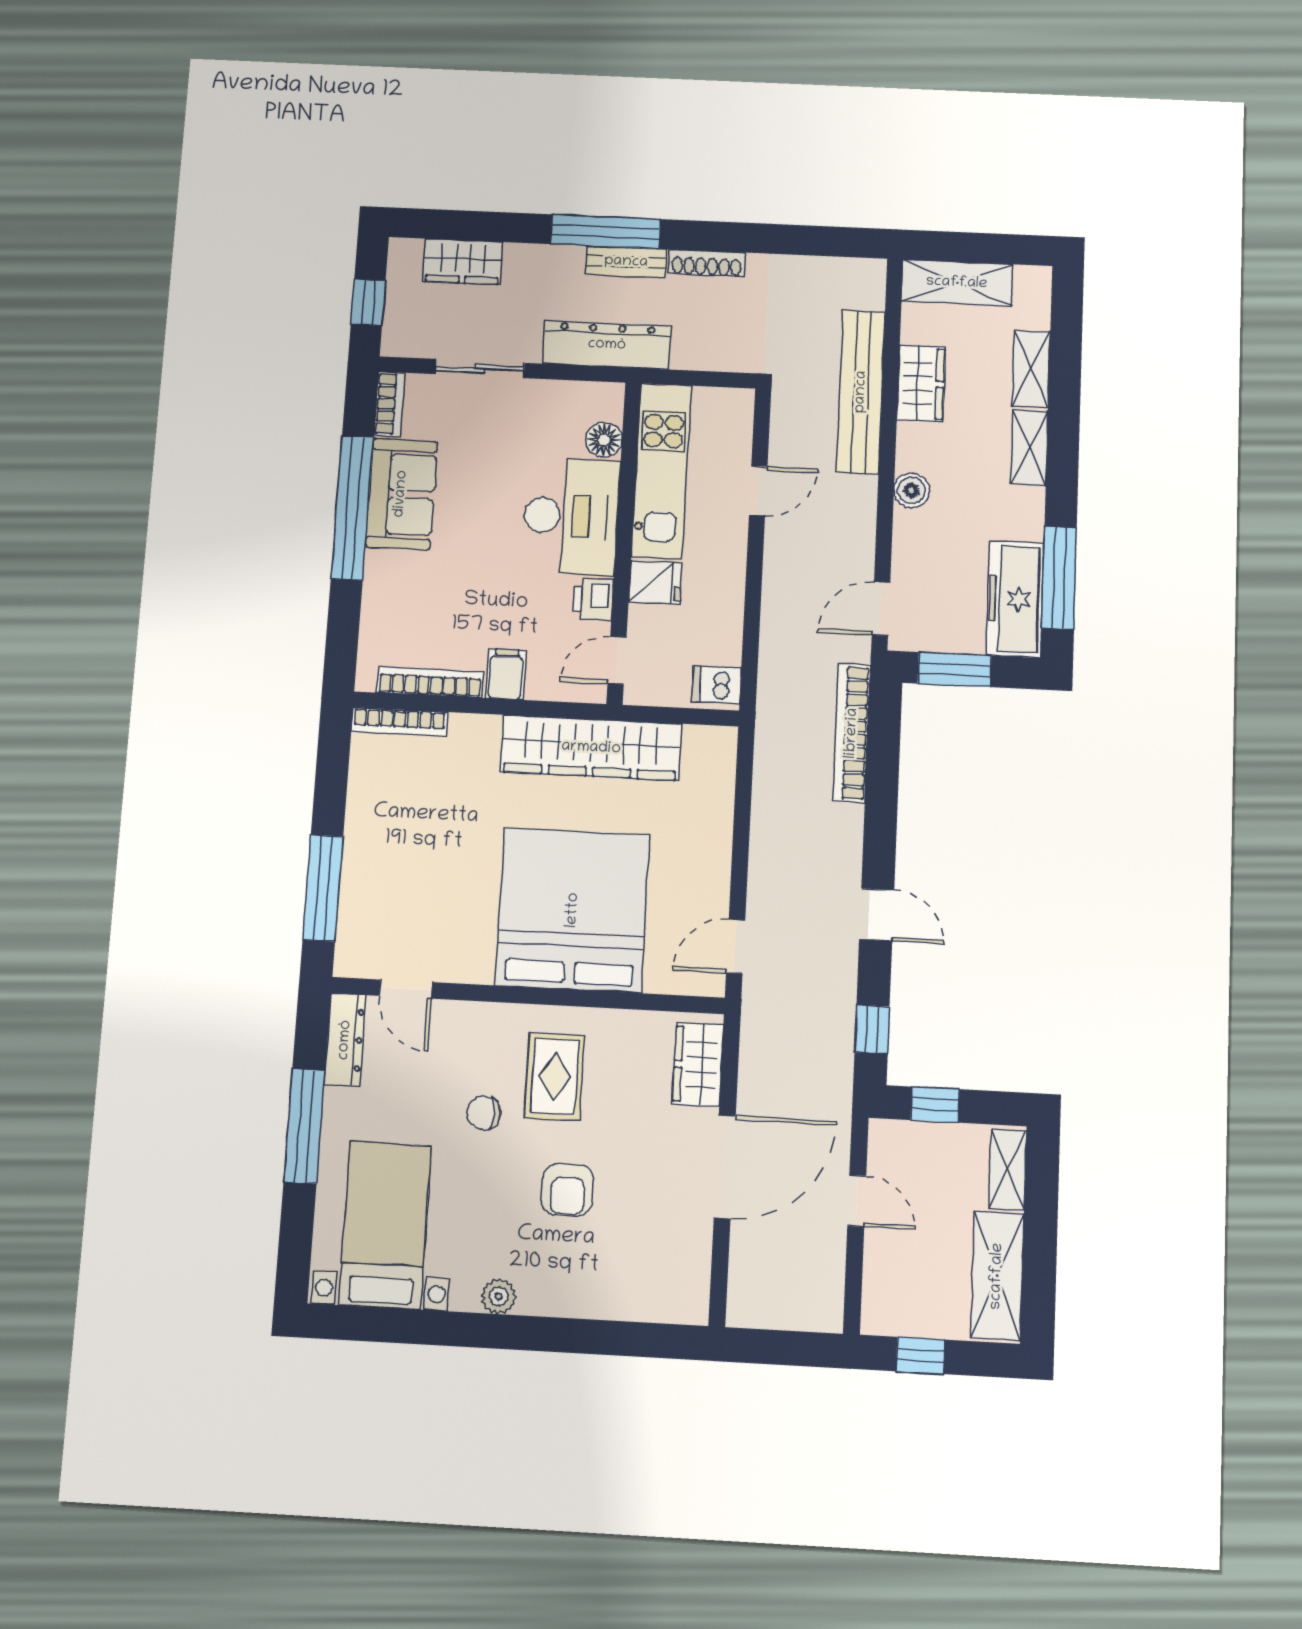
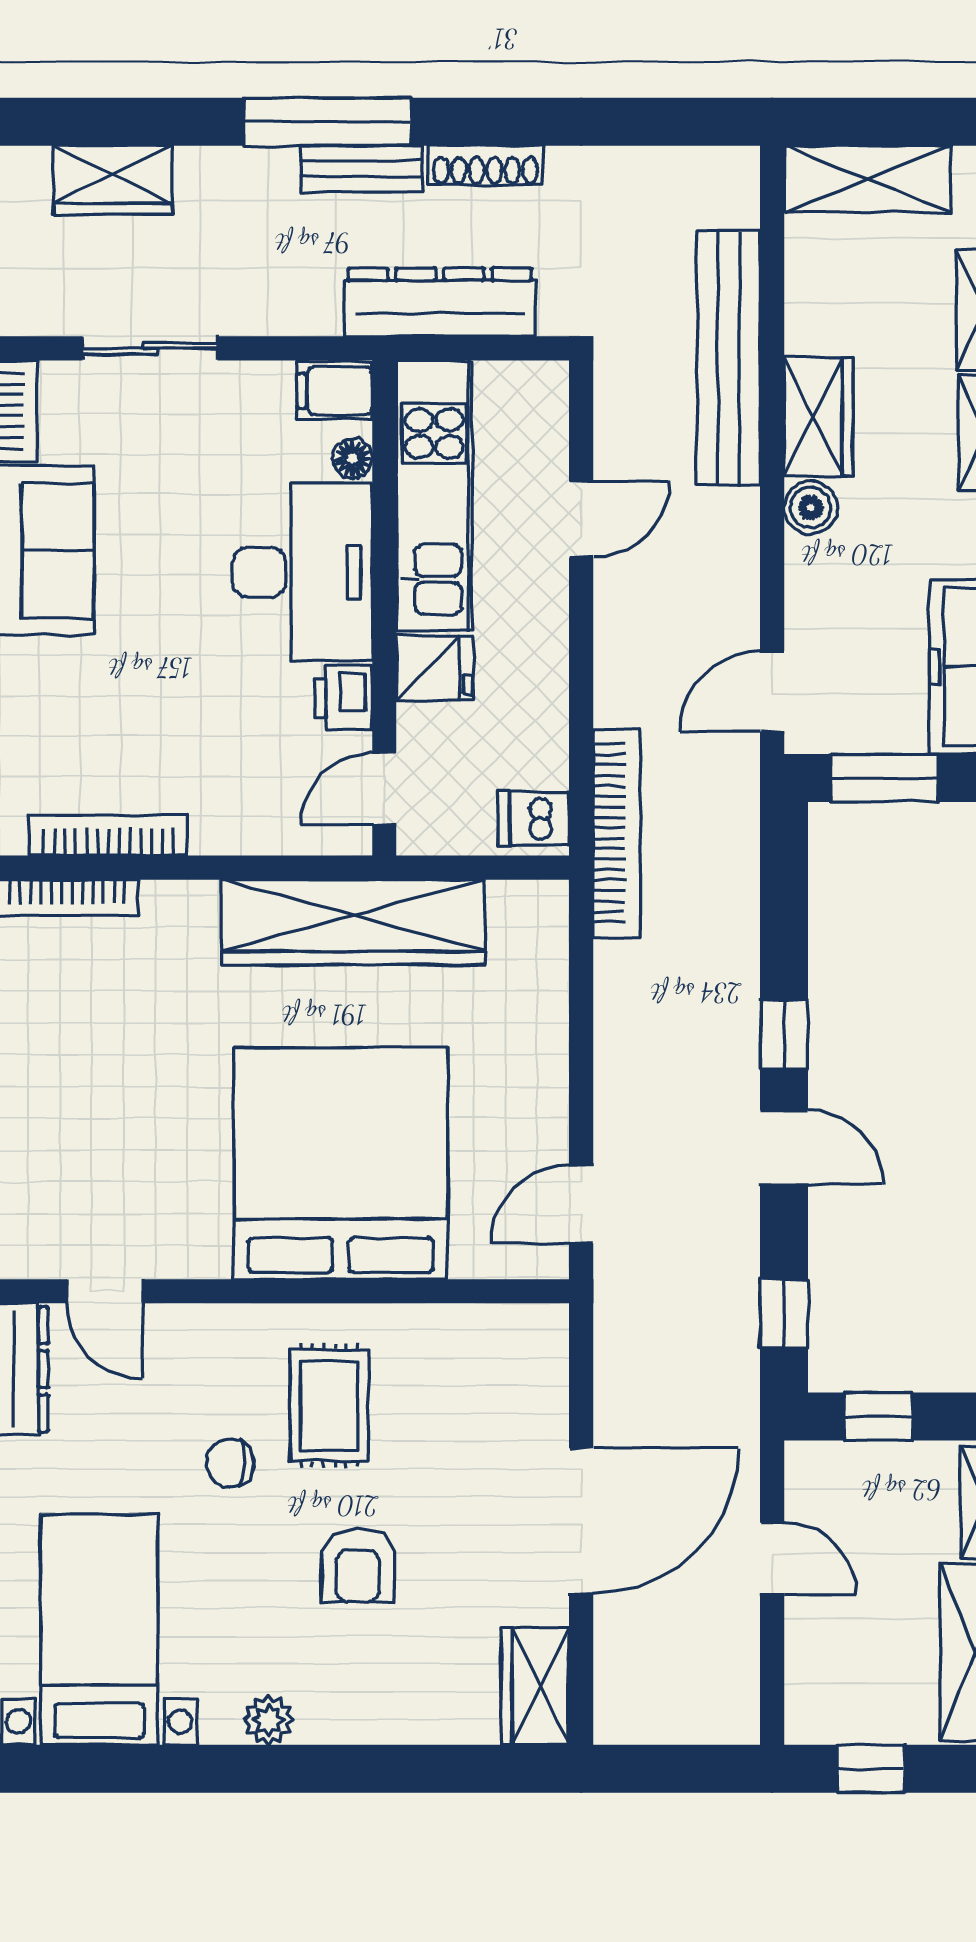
dresser: (607, 345) -> (440, 302), moved
wardrobe: (921, 383) -> (818, 417), moved
floor lamp: (604, 440) -> (352, 459), width x0.73, depth x0.73
filing cabinet: (506, 674) -> (335, 391), moved, turned -90
bookcase: (852, 733) -> (617, 833), moved, turned 180
window: (880, 838) -> (784, 1034), added
wardrobe: (698, 1065) -> (535, 1686), moved

